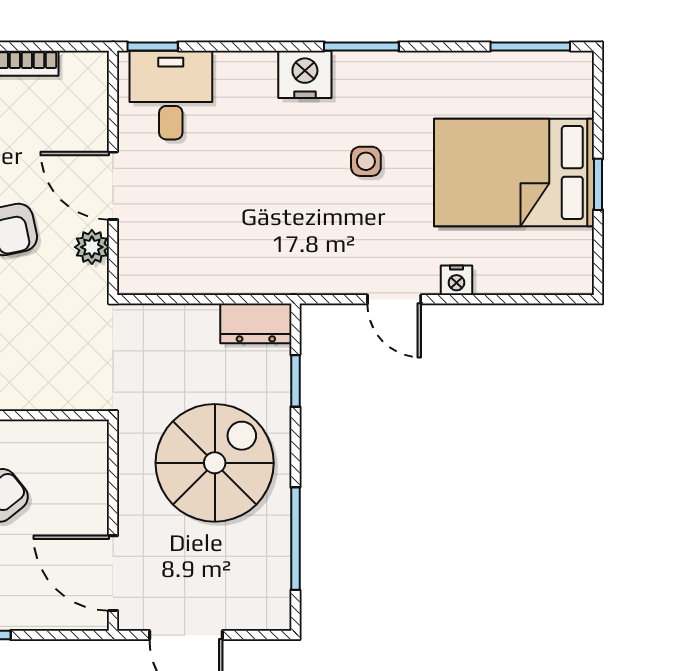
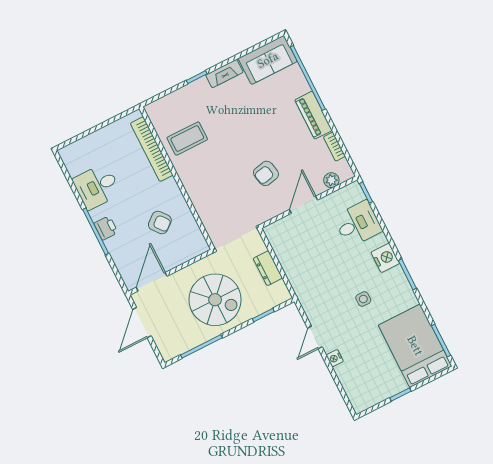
desk: (171, 95) -> (358, 224), moved
bed: (514, 173) -> (415, 346), moved
plant: (92, 247) -> (331, 180), moved
dresser: (256, 323) -> (268, 268), moved

